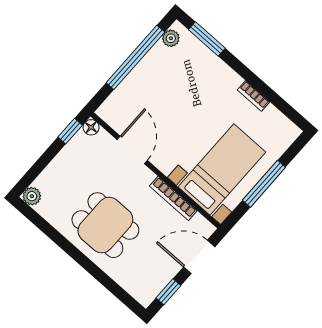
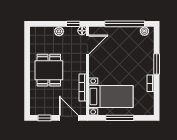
window: (207, 39) -> (157, 64), moved
door: (132, 150) -> (87, 45), moved
plant: (32, 196) -> (59, 31), moved

